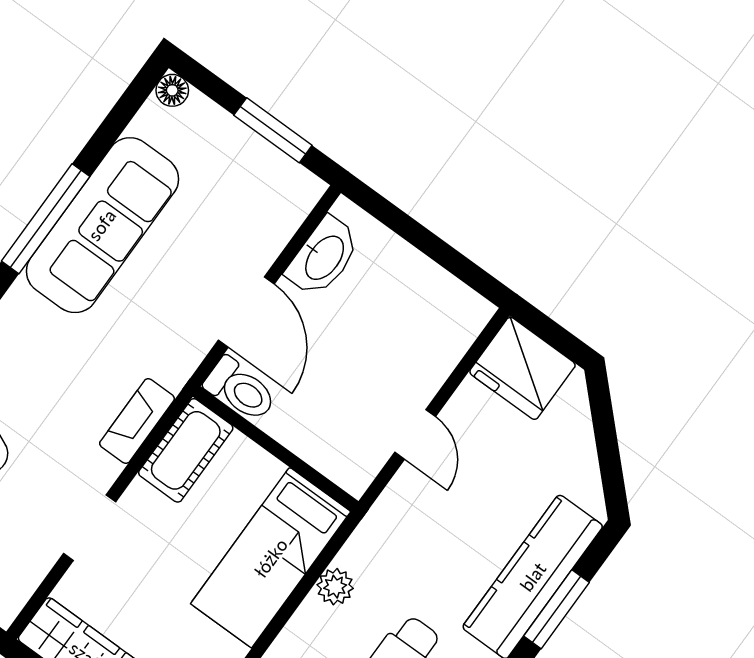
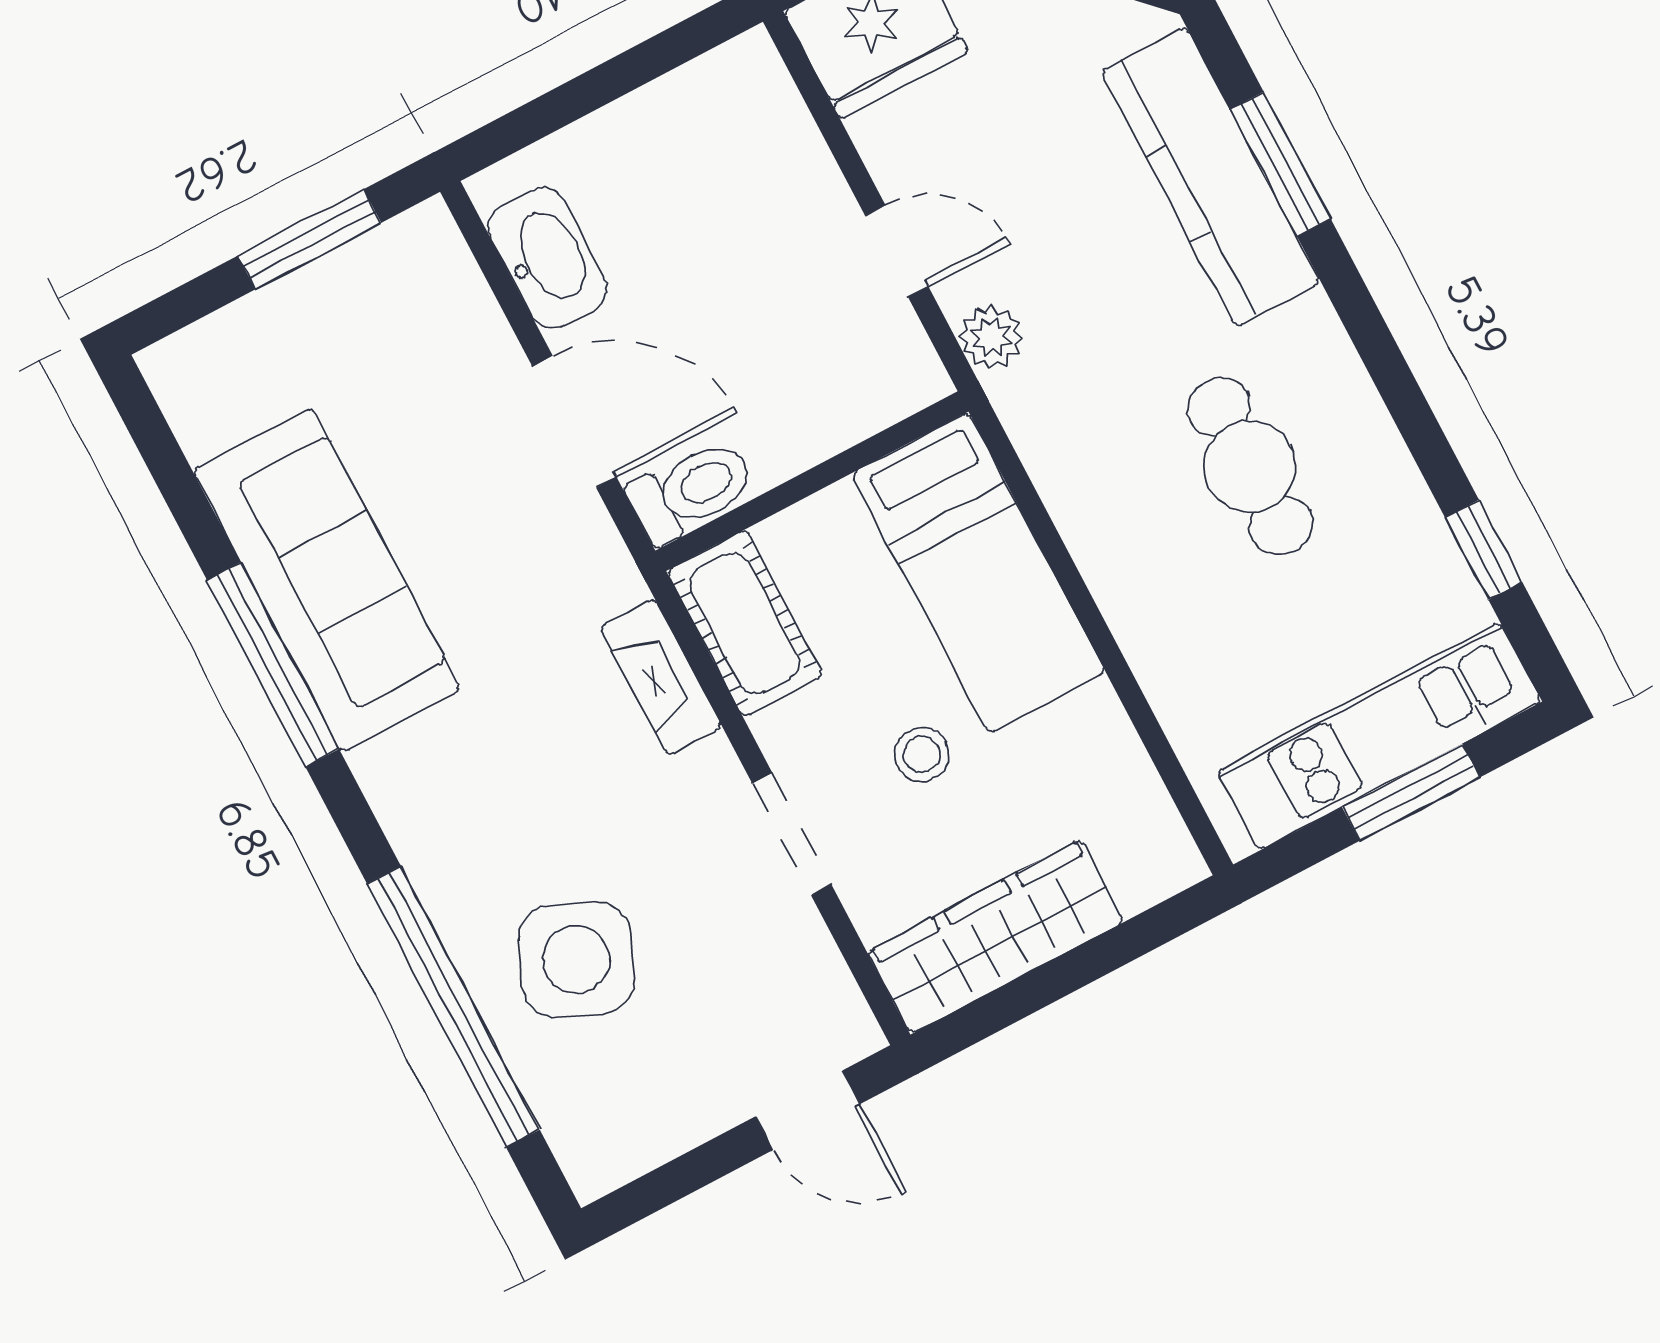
floor lamp: (172, 90) -> (169, 366), removed
stool: (163, 574) -> (922, 754), added
plant: (335, 587) -> (991, 337), moved

